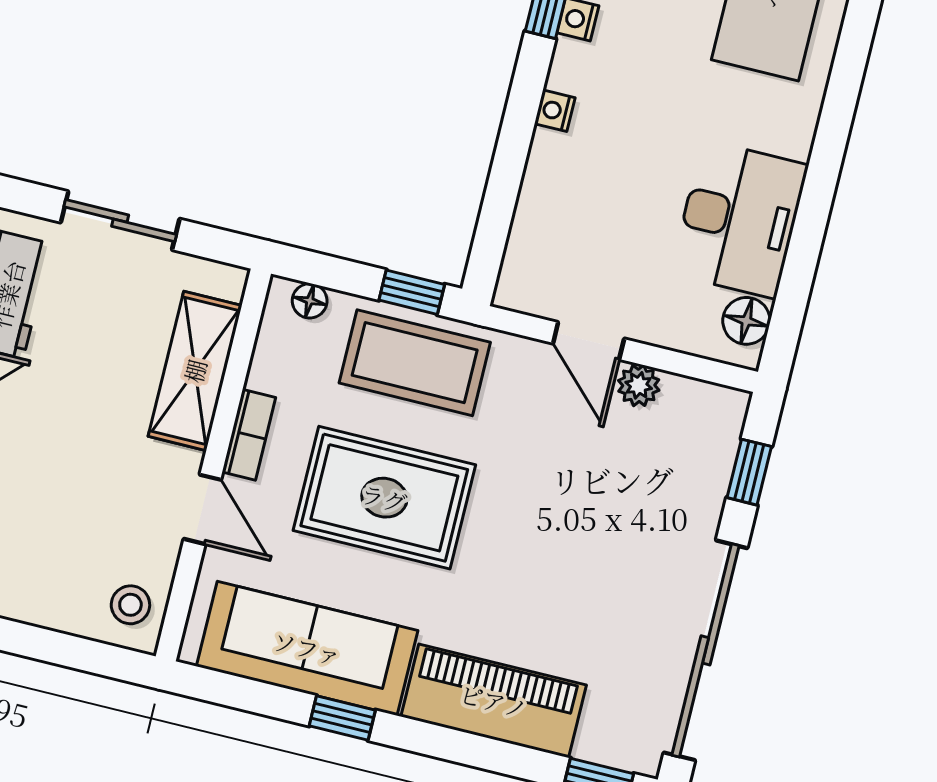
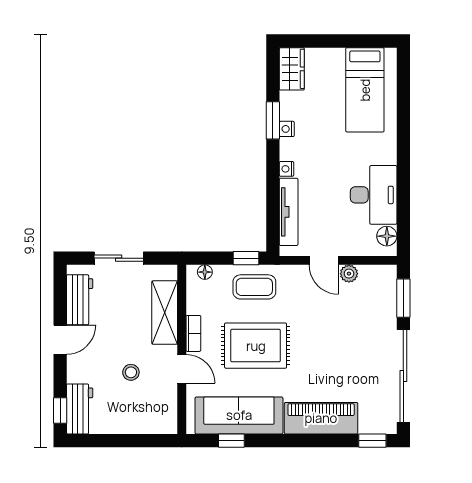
tv unit: (535, 210) -> (289, 212), added
coffee table: (415, 363) -> (254, 287), width x0.73, depth x0.76
window: (749, 472) -> (403, 298), width x1.50
stool: (130, 605) -> (131, 372), moved
window: (342, 718) -> (231, 441), moved

